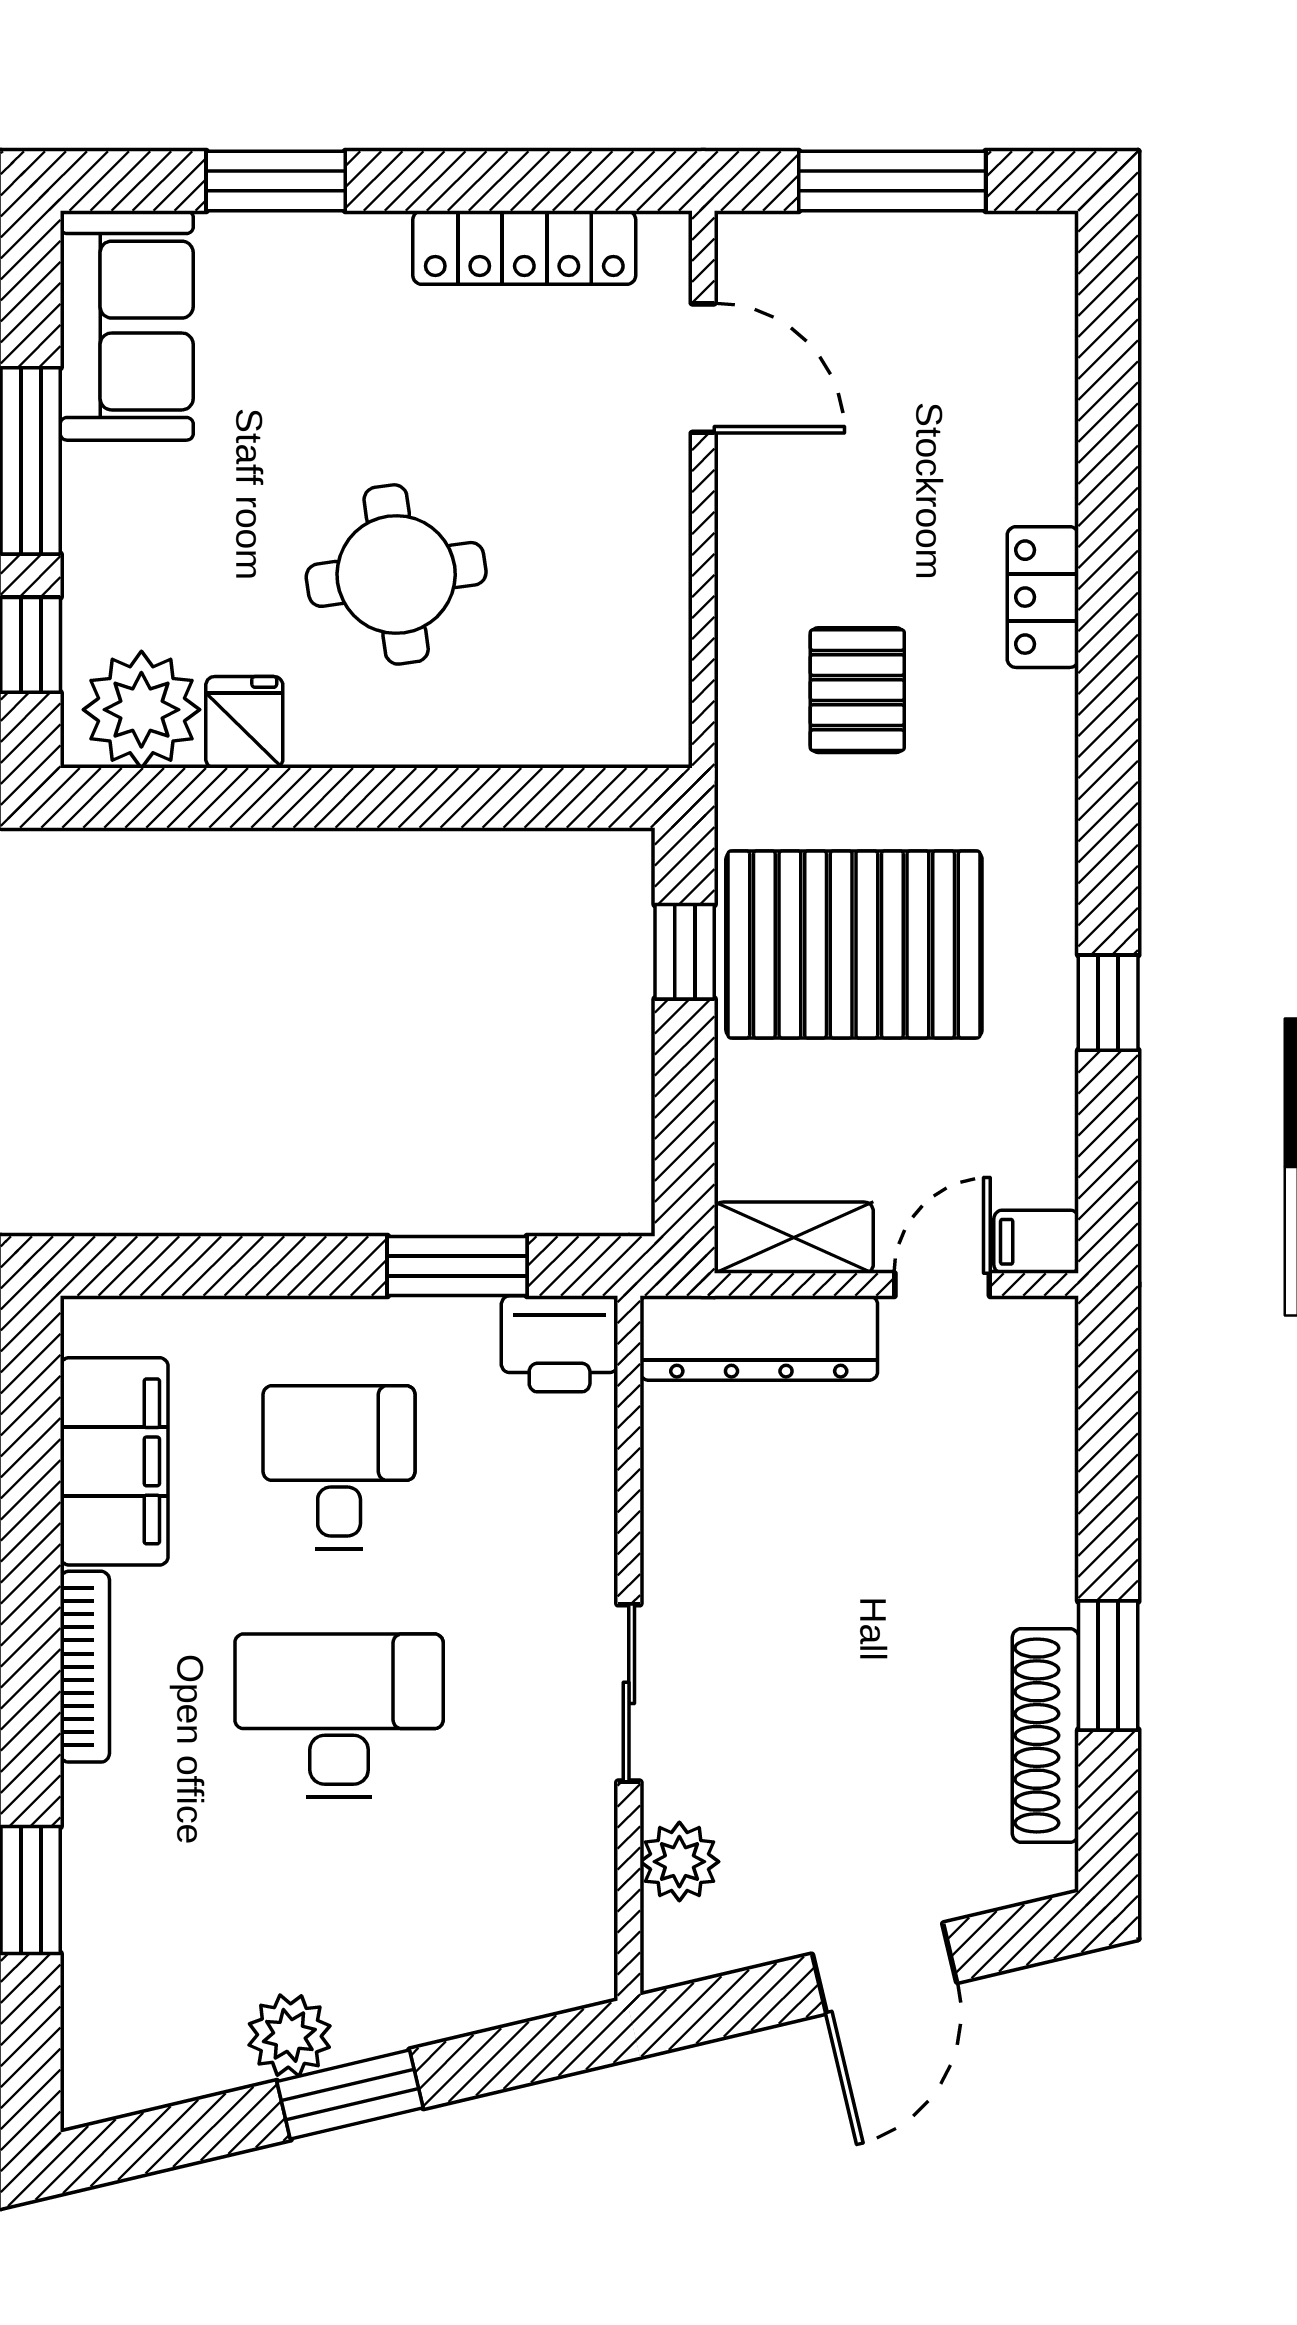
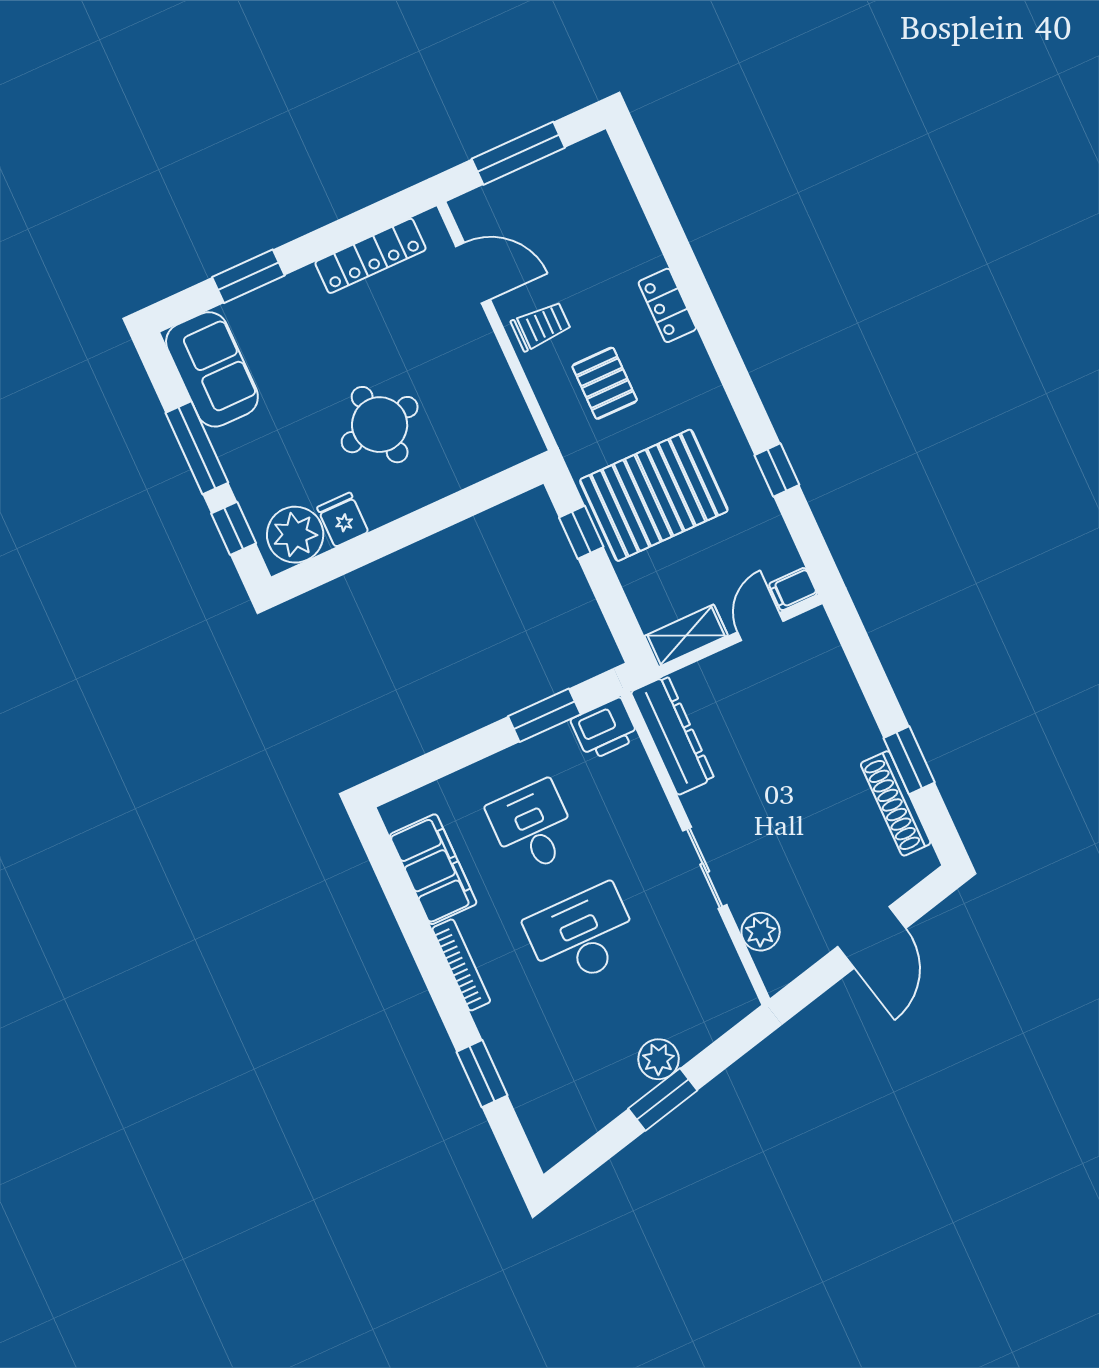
trolley: (786, 527) -> (541, 326), added
dresser: (759, 1338) -> (673, 735), moved, turned -90
plant: (289, 2035) -> (659, 1059), moved

